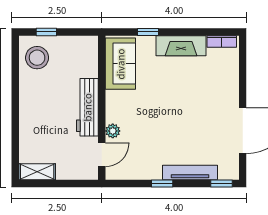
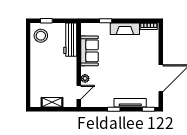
sofa: (120, 64) -> (89, 51), moved
workbench: (87, 107) -> (70, 40), moved
shelving: (37, 172) -> (52, 102), moved

